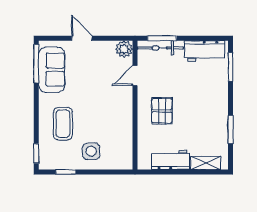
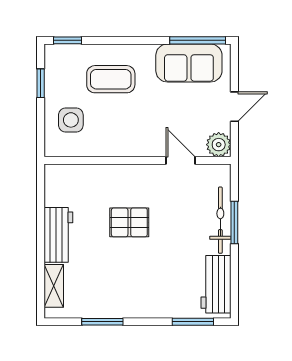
plant: (124, 49) -> (219, 145), moved
door: (135, 75) -> (181, 160), moved
wall: (135, 105) -> (138, 160), moved

